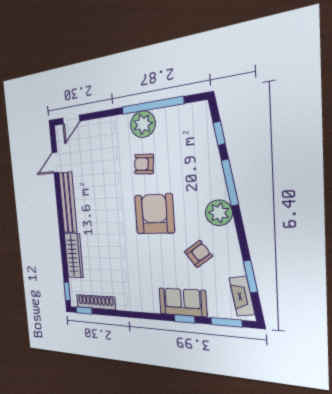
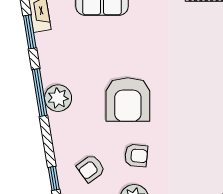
window: (230, 183) -> (40, 93), moved
armchair: (198, 254) -> (91, 168), moved

